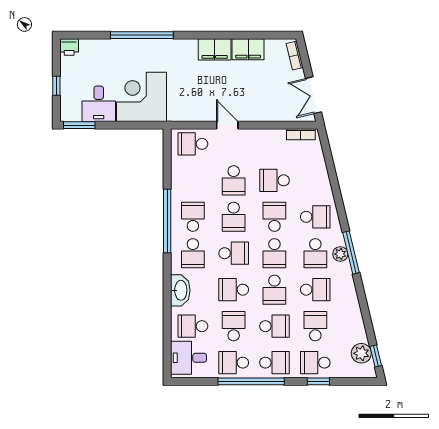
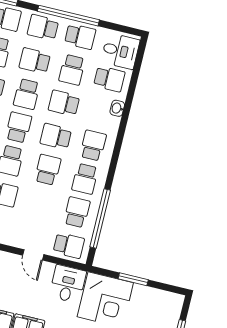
desk: (99, 104) -> (68, 284), moved
window: (79, 125) -> (133, 279), moved
school desk: (234, 180) -> (77, 212), moved
window: (167, 221) -> (100, 219), moved
washbasin: (180, 290) -> (117, 108), width x0.52, depth x0.69
school desk: (234, 290) -> (64, 103), turned 180
school desk: (274, 290) -> (27, 94), turned 180

